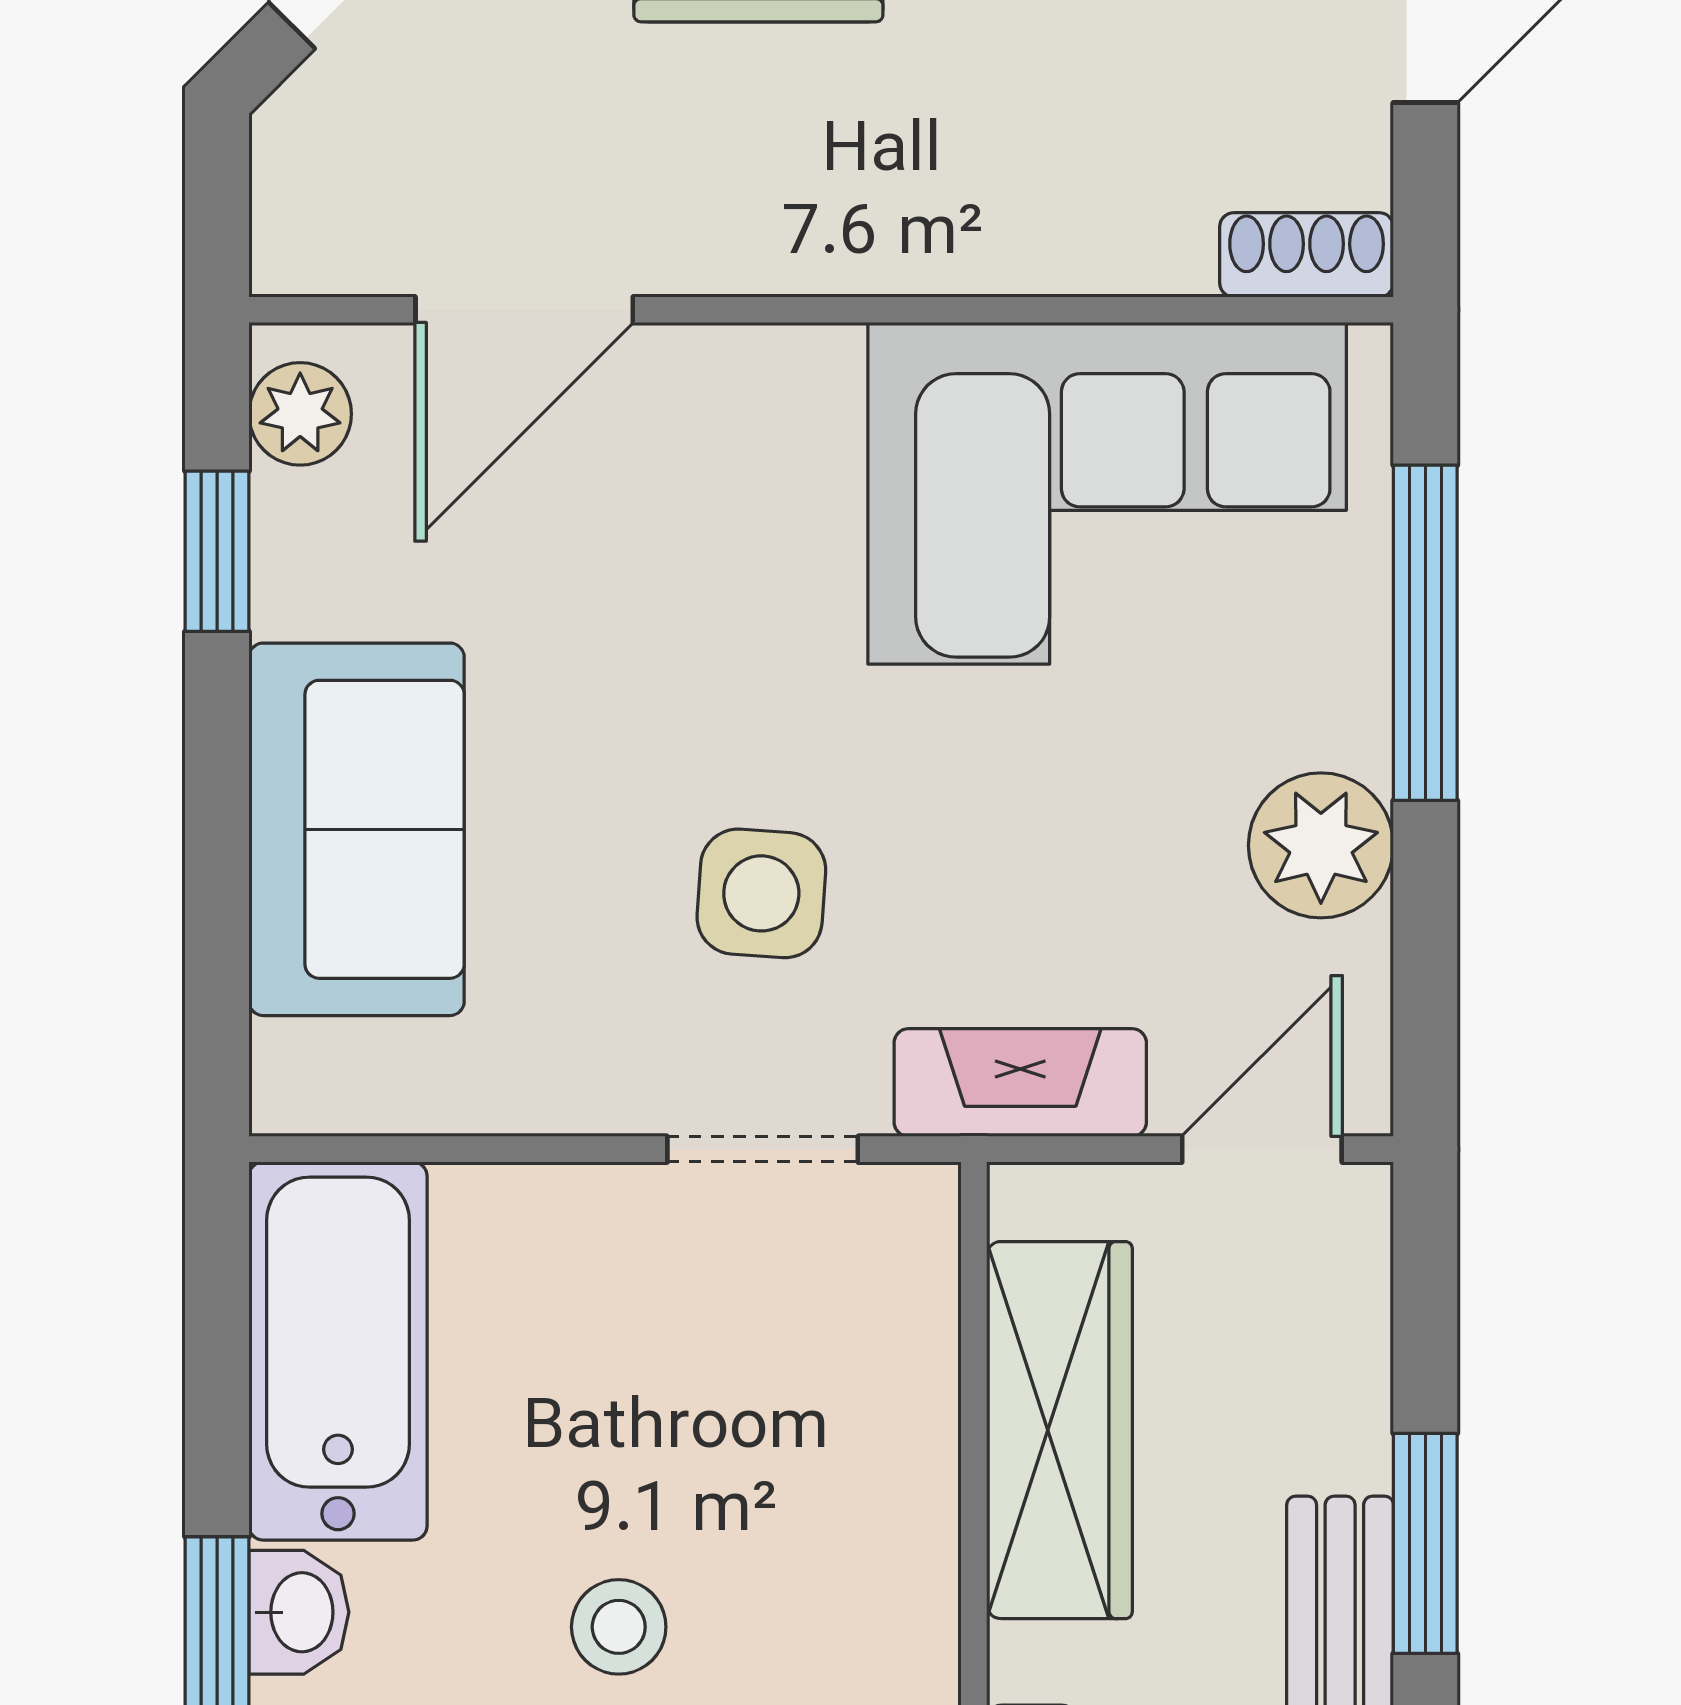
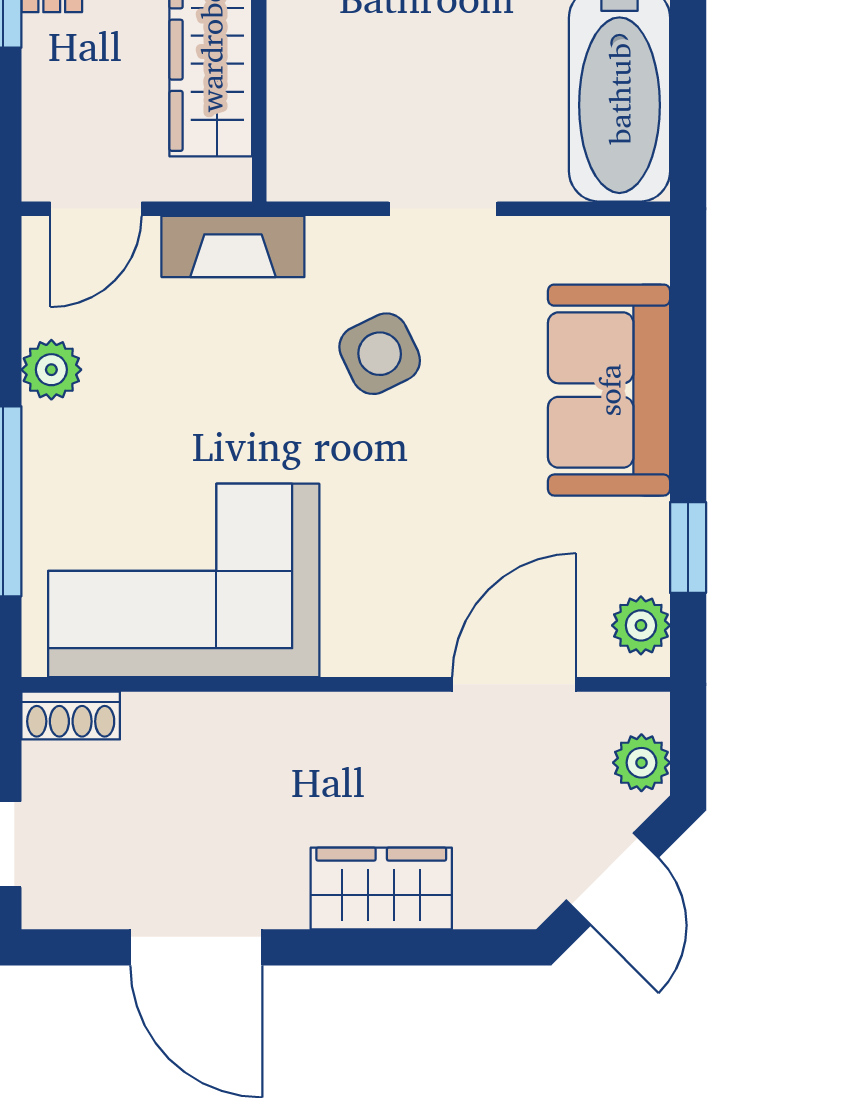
plant: (299, 171) -> (641, 763), added
plant: (1321, 845) -> (51, 370), width x0.73, depth x0.73
side table: (761, 893) -> (380, 354), turned -30
doorway: (763, 1149) -> (443, 209), moved

